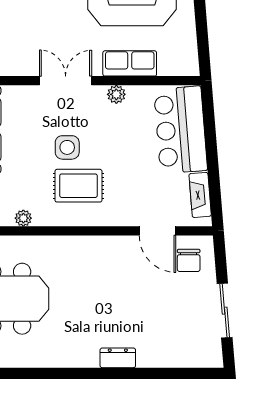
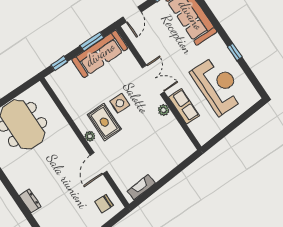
bar counter: (181, 130) -> (168, 155), removed
plant: (23, 218) -> (90, 136), moved
door: (158, 231) -> (98, 163), moved

